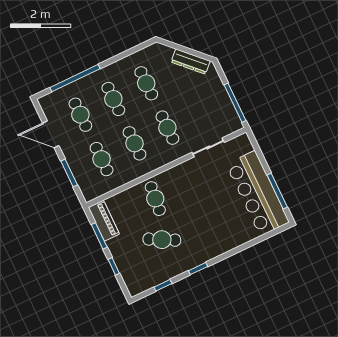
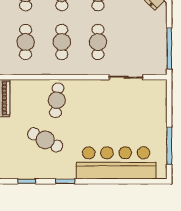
bar counter: (258, 193) -> (116, 163), moved, turned 90

